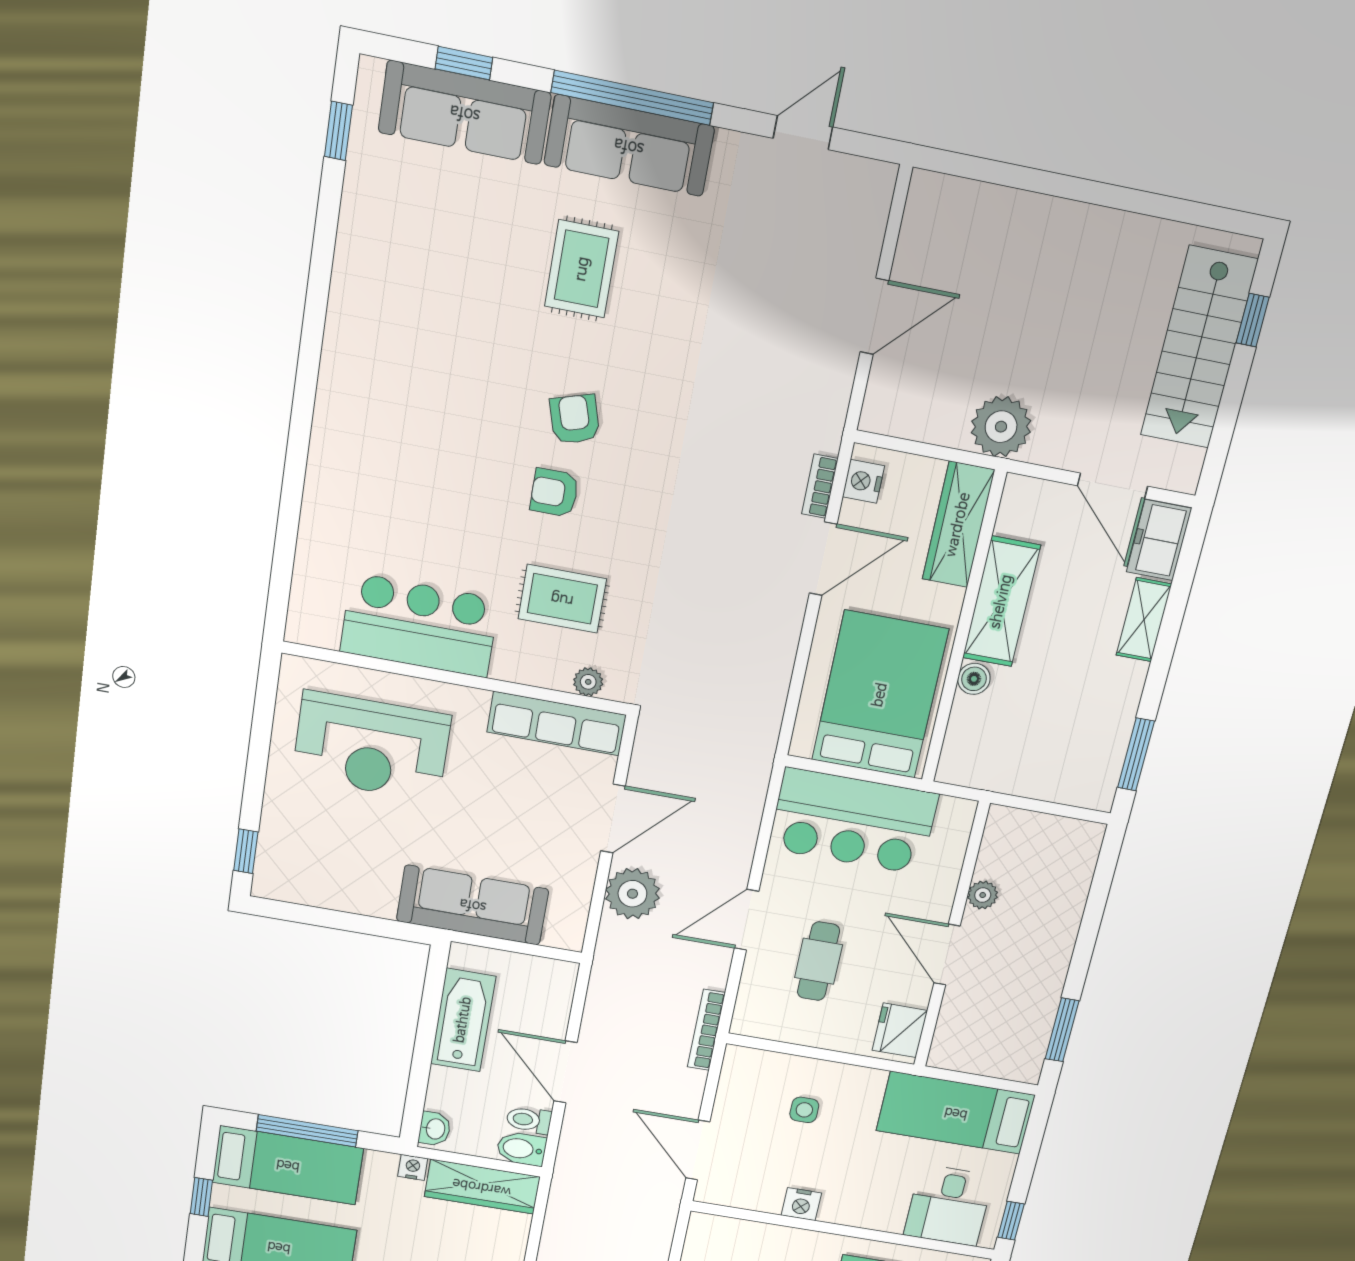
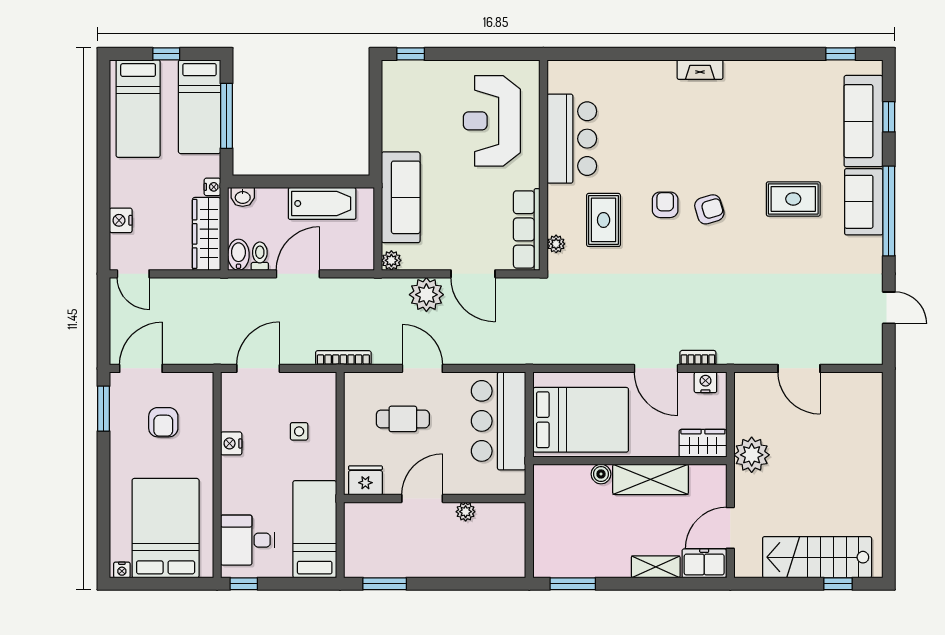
sofa: (629, 146) -> (864, 202), width x0.73
fireplace: (333, 389) -> (700, 70), added
wardrobe: (958, 525) -> (703, 443), width x0.67
plant: (569, 936) -> (391, 260), added

